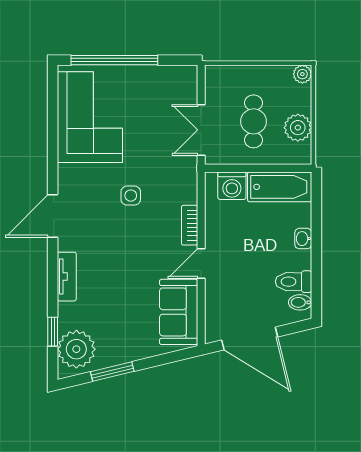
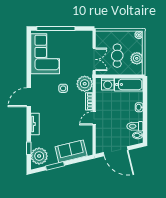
double door: (201, 130) -> (94, 59), swing flipped
plant: (180, 185) -> (85, 84), added
sofa: (179, 312) -> (71, 151), moved, turned 76

